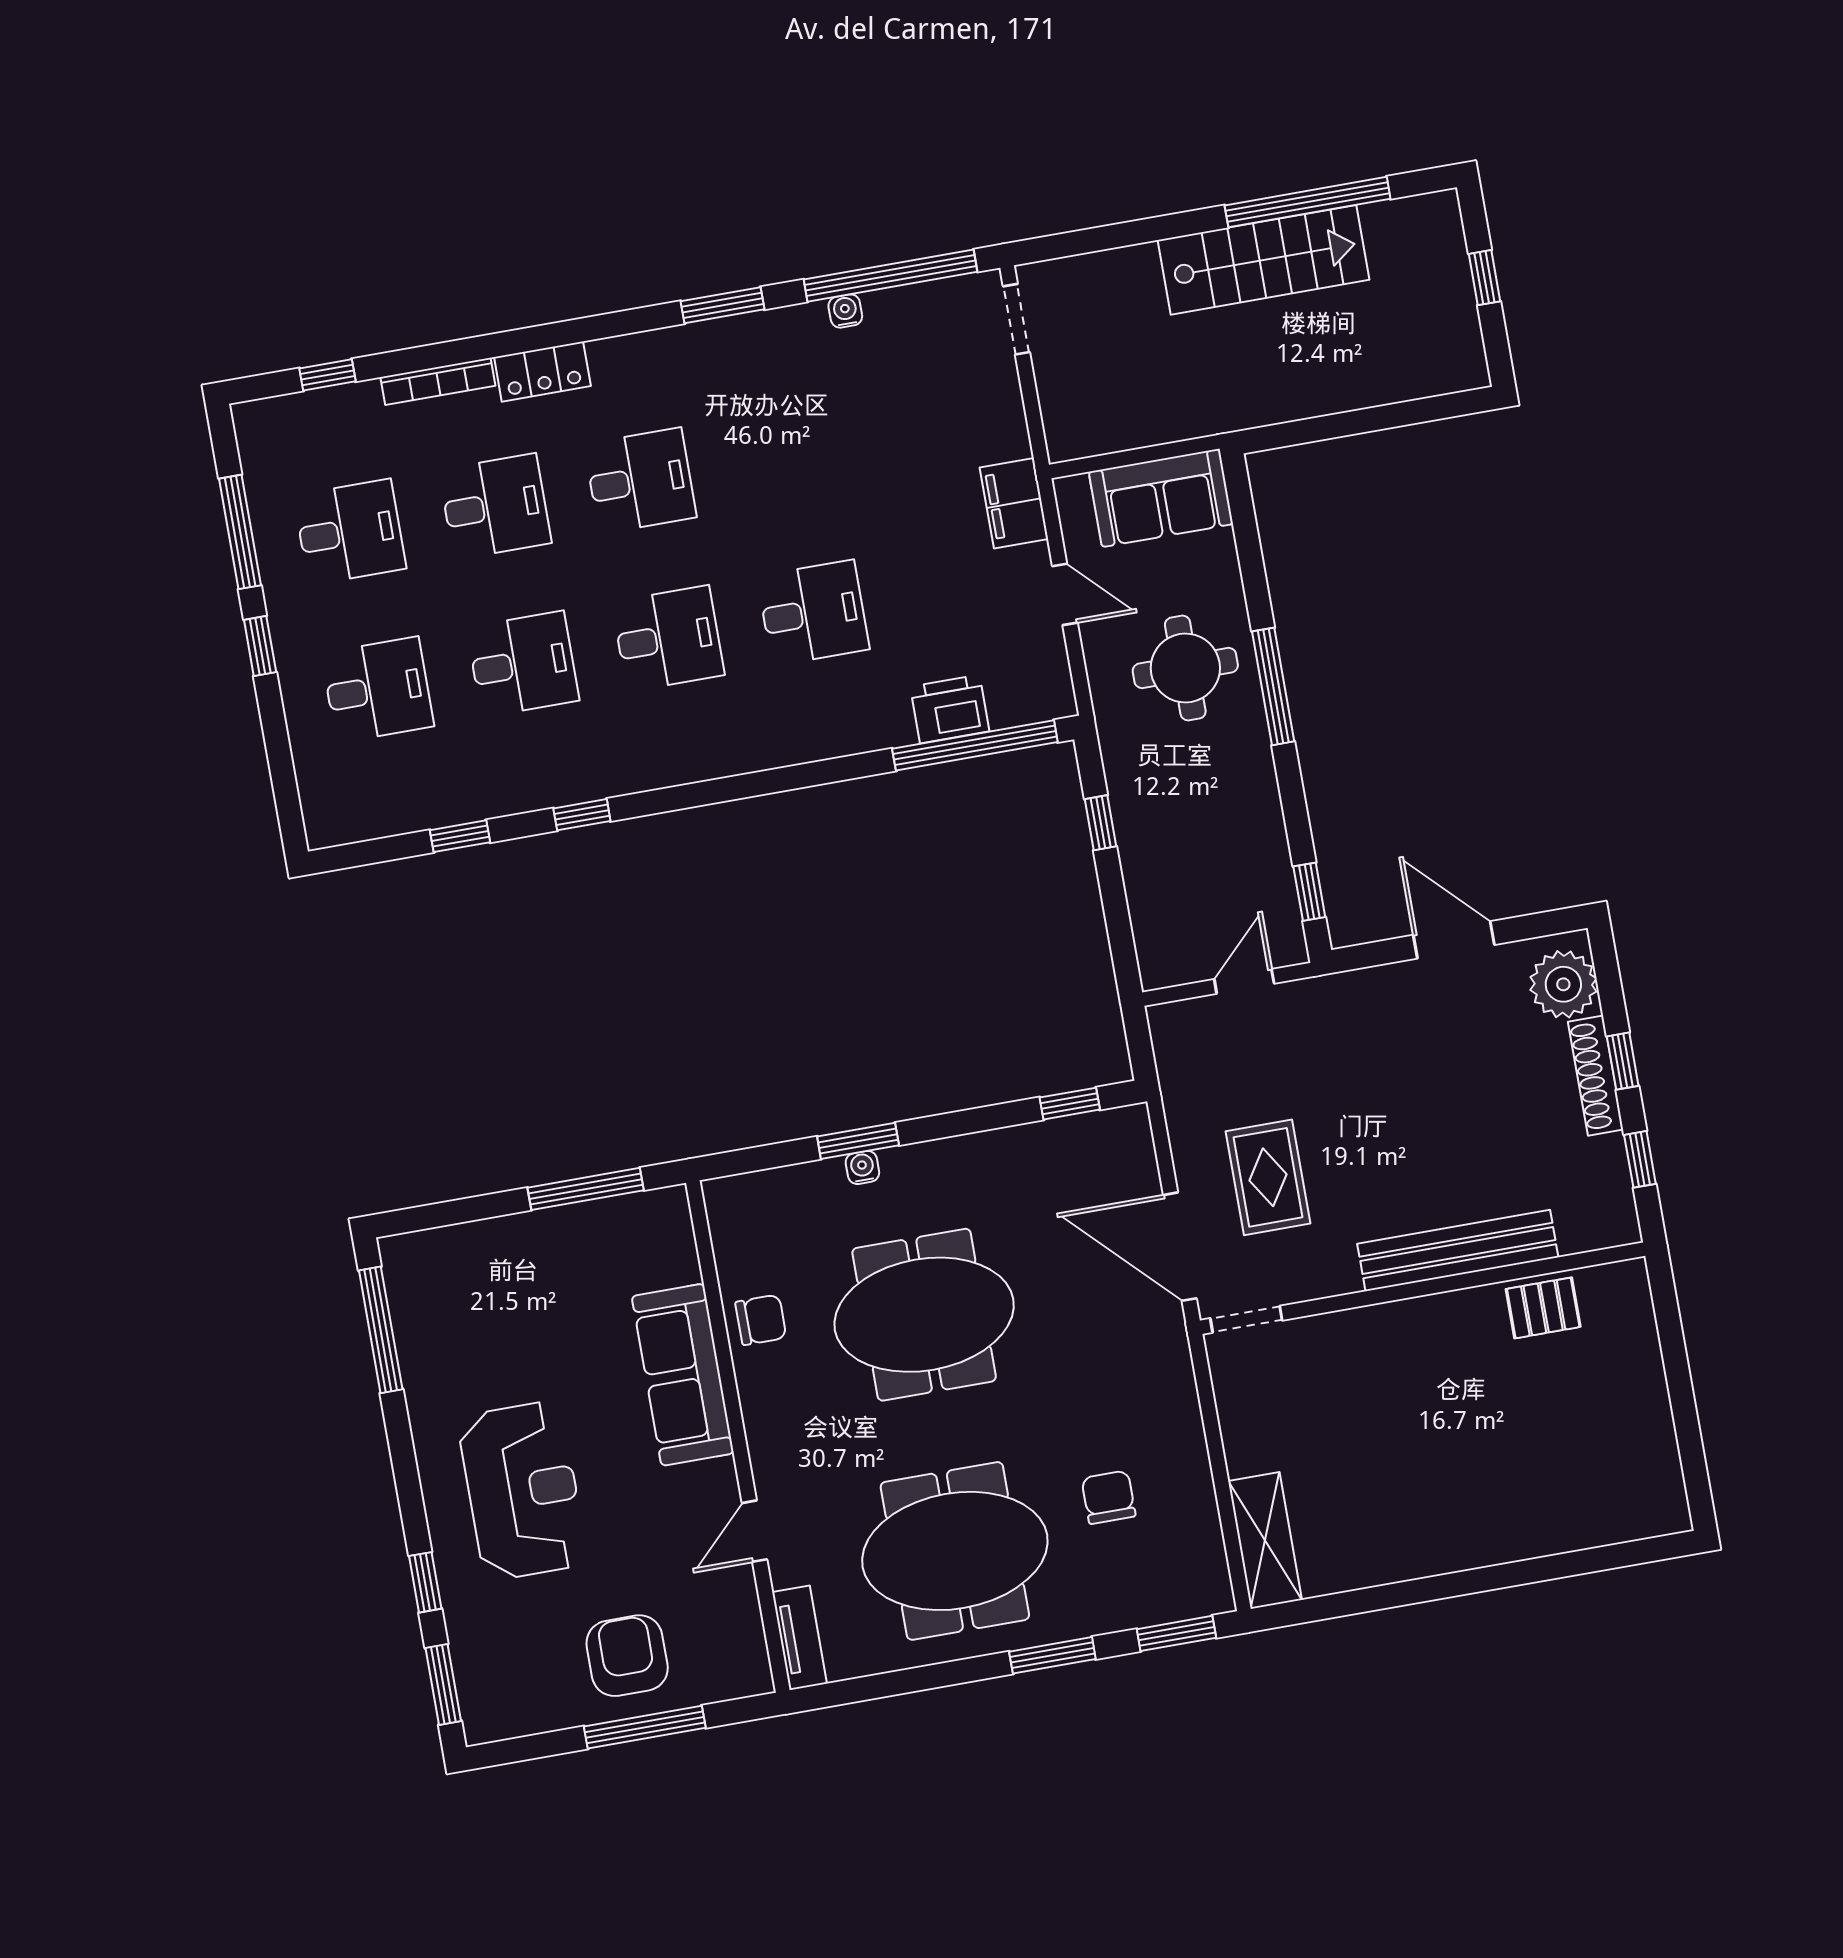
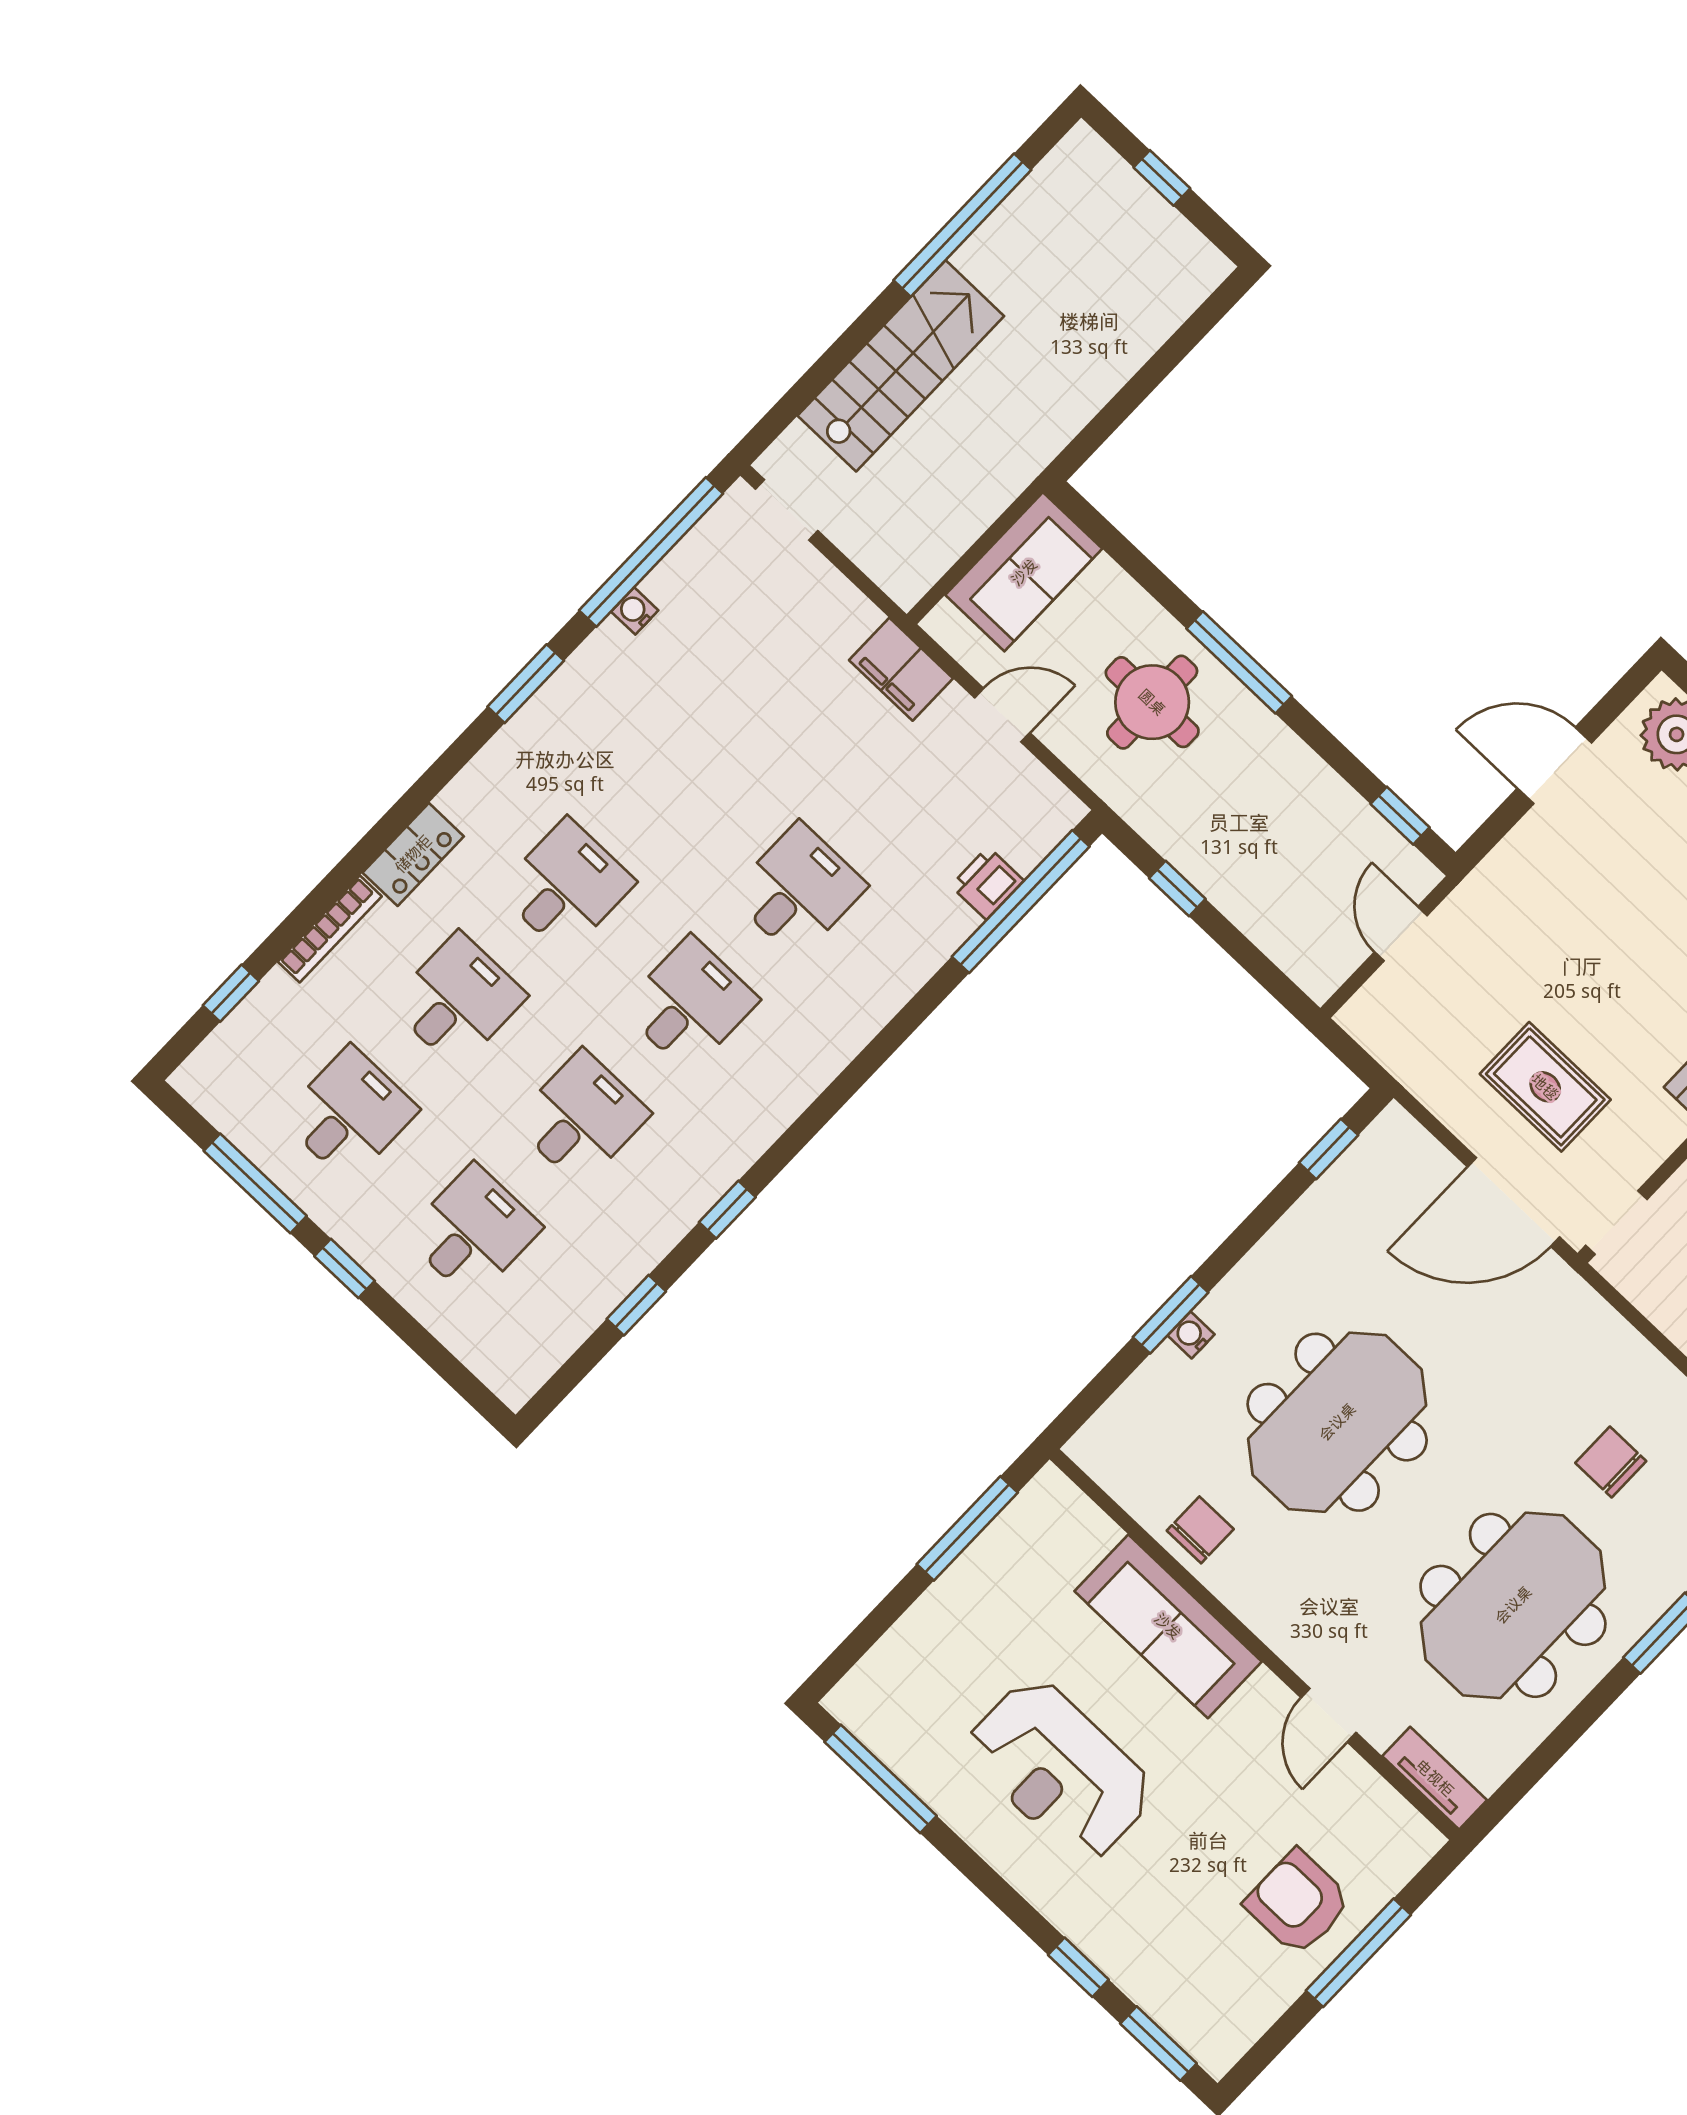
stairs: (1264, 260) -> (901, 366), moved
printer: (950, 709) -> (987, 883), width x0.73, depth x0.81
reception desk: (522, 1490) -> (1060, 1770), moved, turned 180

